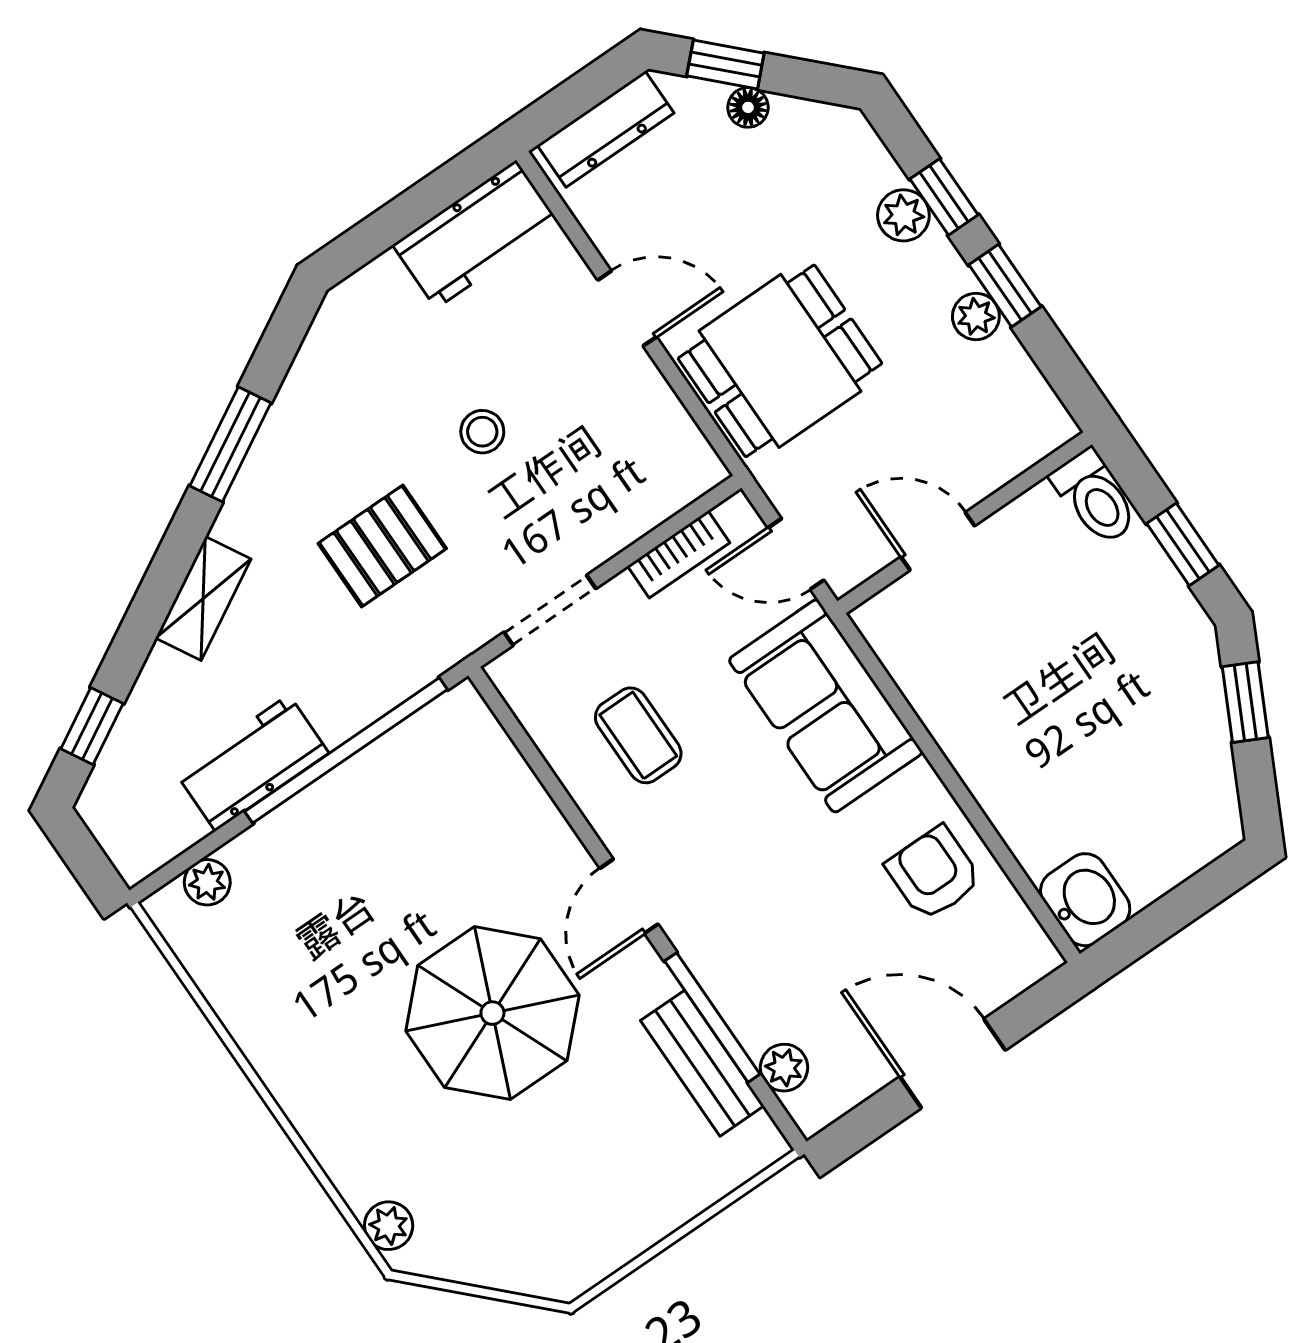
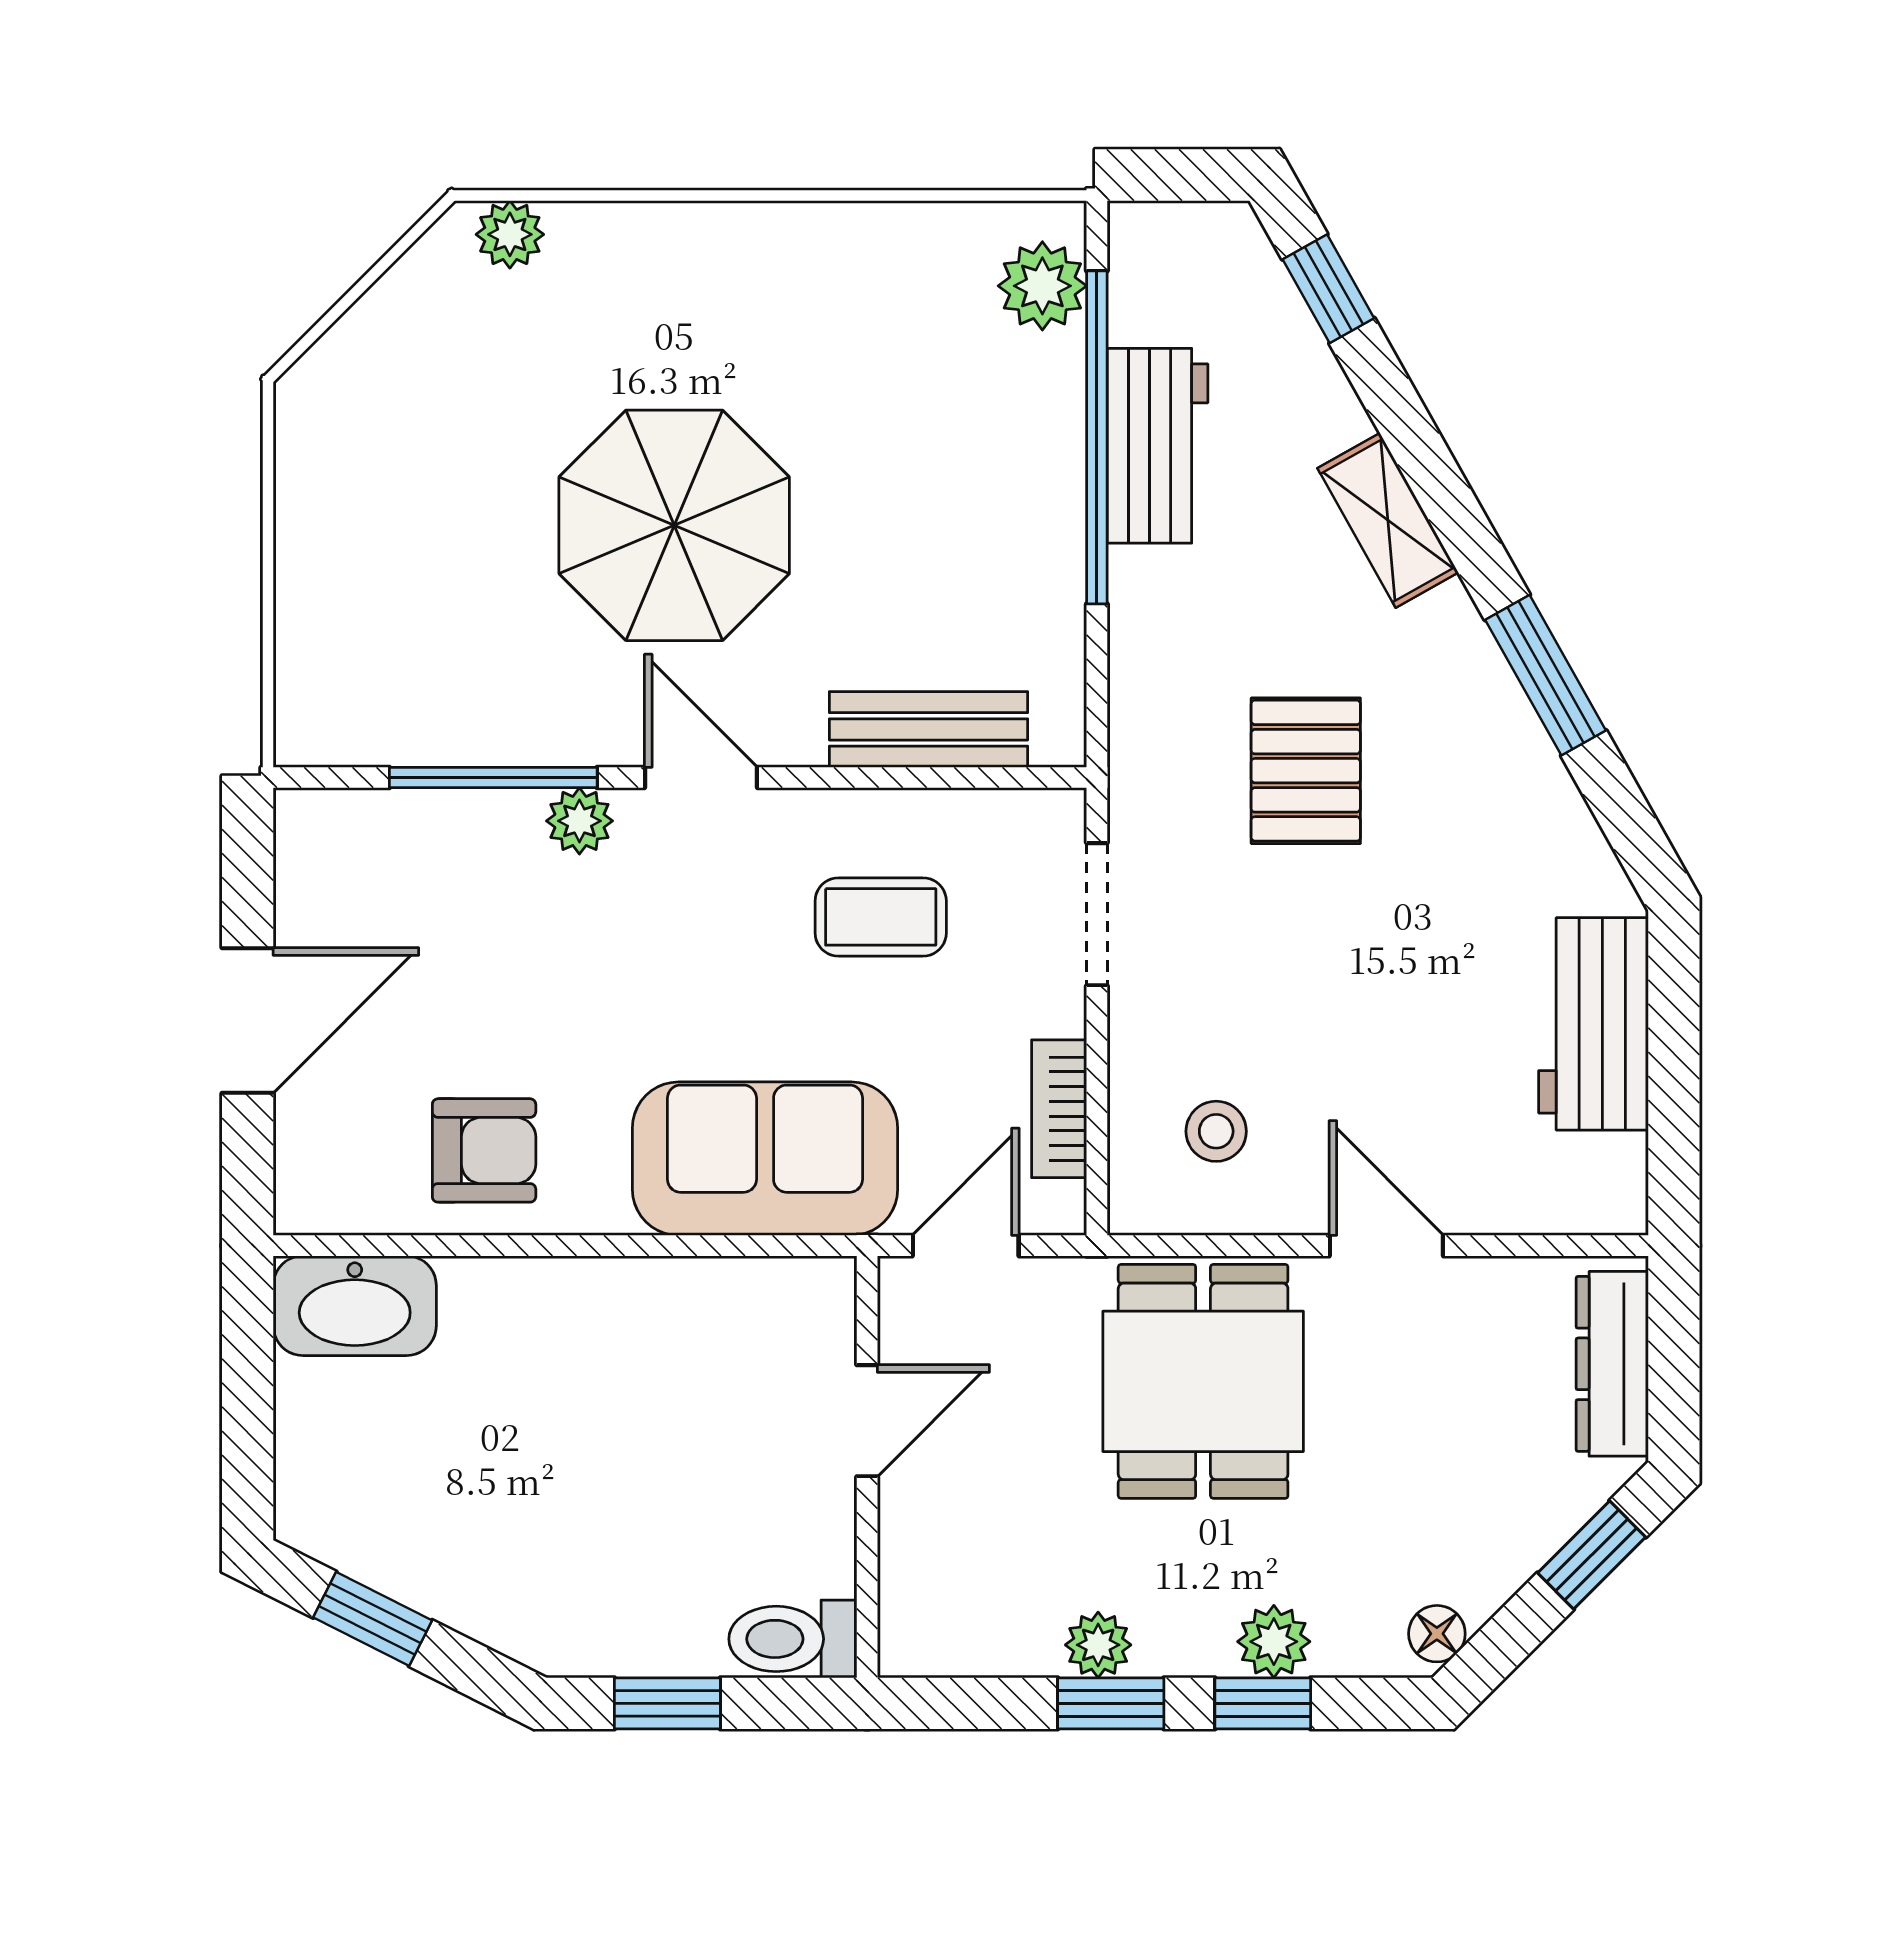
floor lamp: (748, 107) -> (1437, 1634), moved
workbench: (476, 234) -> (1594, 1024), moved
door: (627, 308) -> (1386, 1246), swing flipped
stool: (482, 432) -> (1216, 1131), moved
window: (1245, 702) -> (373, 1619), moved
window: (346, 750) -> (1097, 437), moved
plant: (207, 882) -> (1042, 286), width x1.38, depth x1.38
washbasin: (1085, 900) -> (355, 1306), width x1.38
bench: (702, 1063) -> (928, 729), moved
plant: (784, 1068) -> (579, 821), moved

